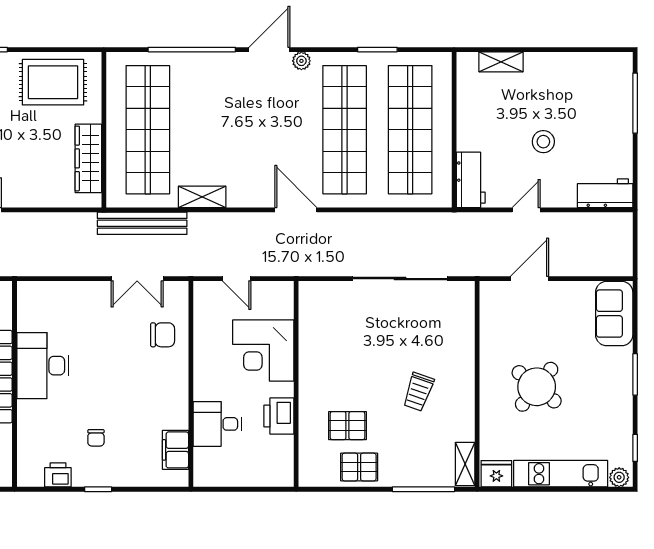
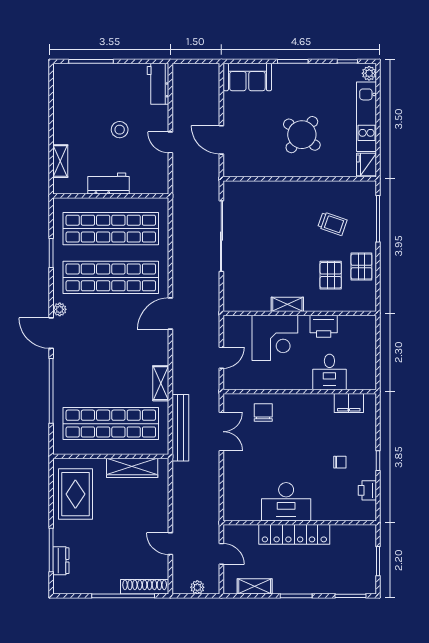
workbench: (471, 180) -> (108, 184), moved
trolley: (418, 392) -> (332, 224), moved
shelving: (465, 464) -> (287, 304), moved

